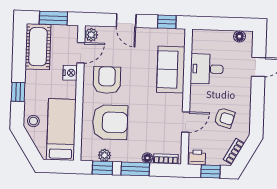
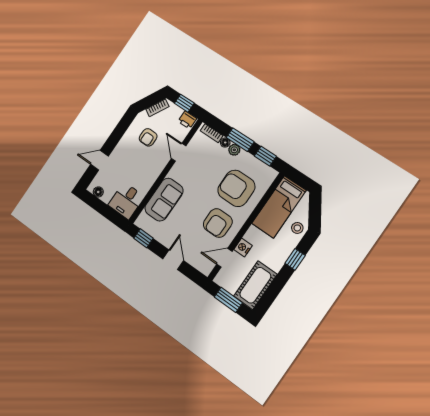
plant: (91, 35) -> (207, 267), removed
desk: (207, 69) -> (126, 201), moved, turned 90
armchair: (225, 118) -> (148, 137), turned -106
door: (186, 122) -> (179, 152), hinge flipped
plant: (105, 155) -> (234, 150), moved

